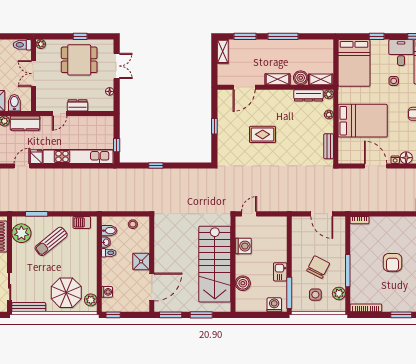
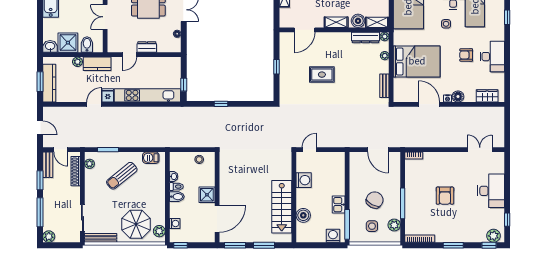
bidet: (109, 231) -> (177, 197), moved
plant: (21, 233) -> (90, 164), width x0.53, depth x0.53
stairs: (215, 264) -> (282, 207), width x0.73, depth x0.66

